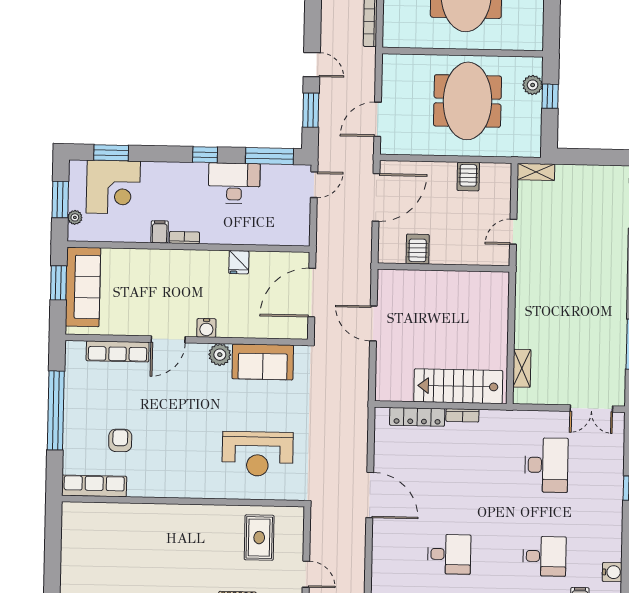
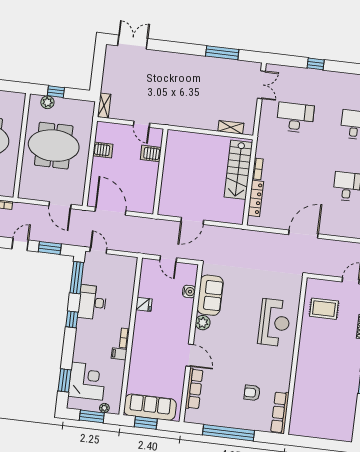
server rack: (418, 249) -> (151, 153), moved
door: (312, 293) -> (168, 259), width x0.53
water cooler: (206, 328) -> (189, 292), moved
reception desk: (258, 454) -> (274, 323), moved

